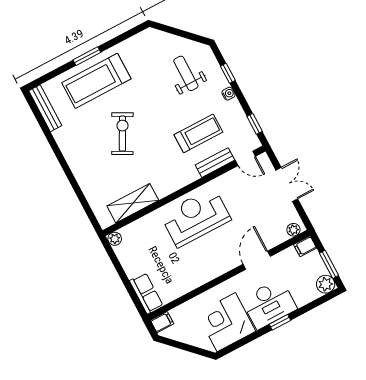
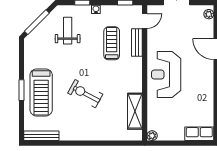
window: (177, 32) -> (37, 22), added
weight bench: (186, 73) -> (68, 31), turned 90

